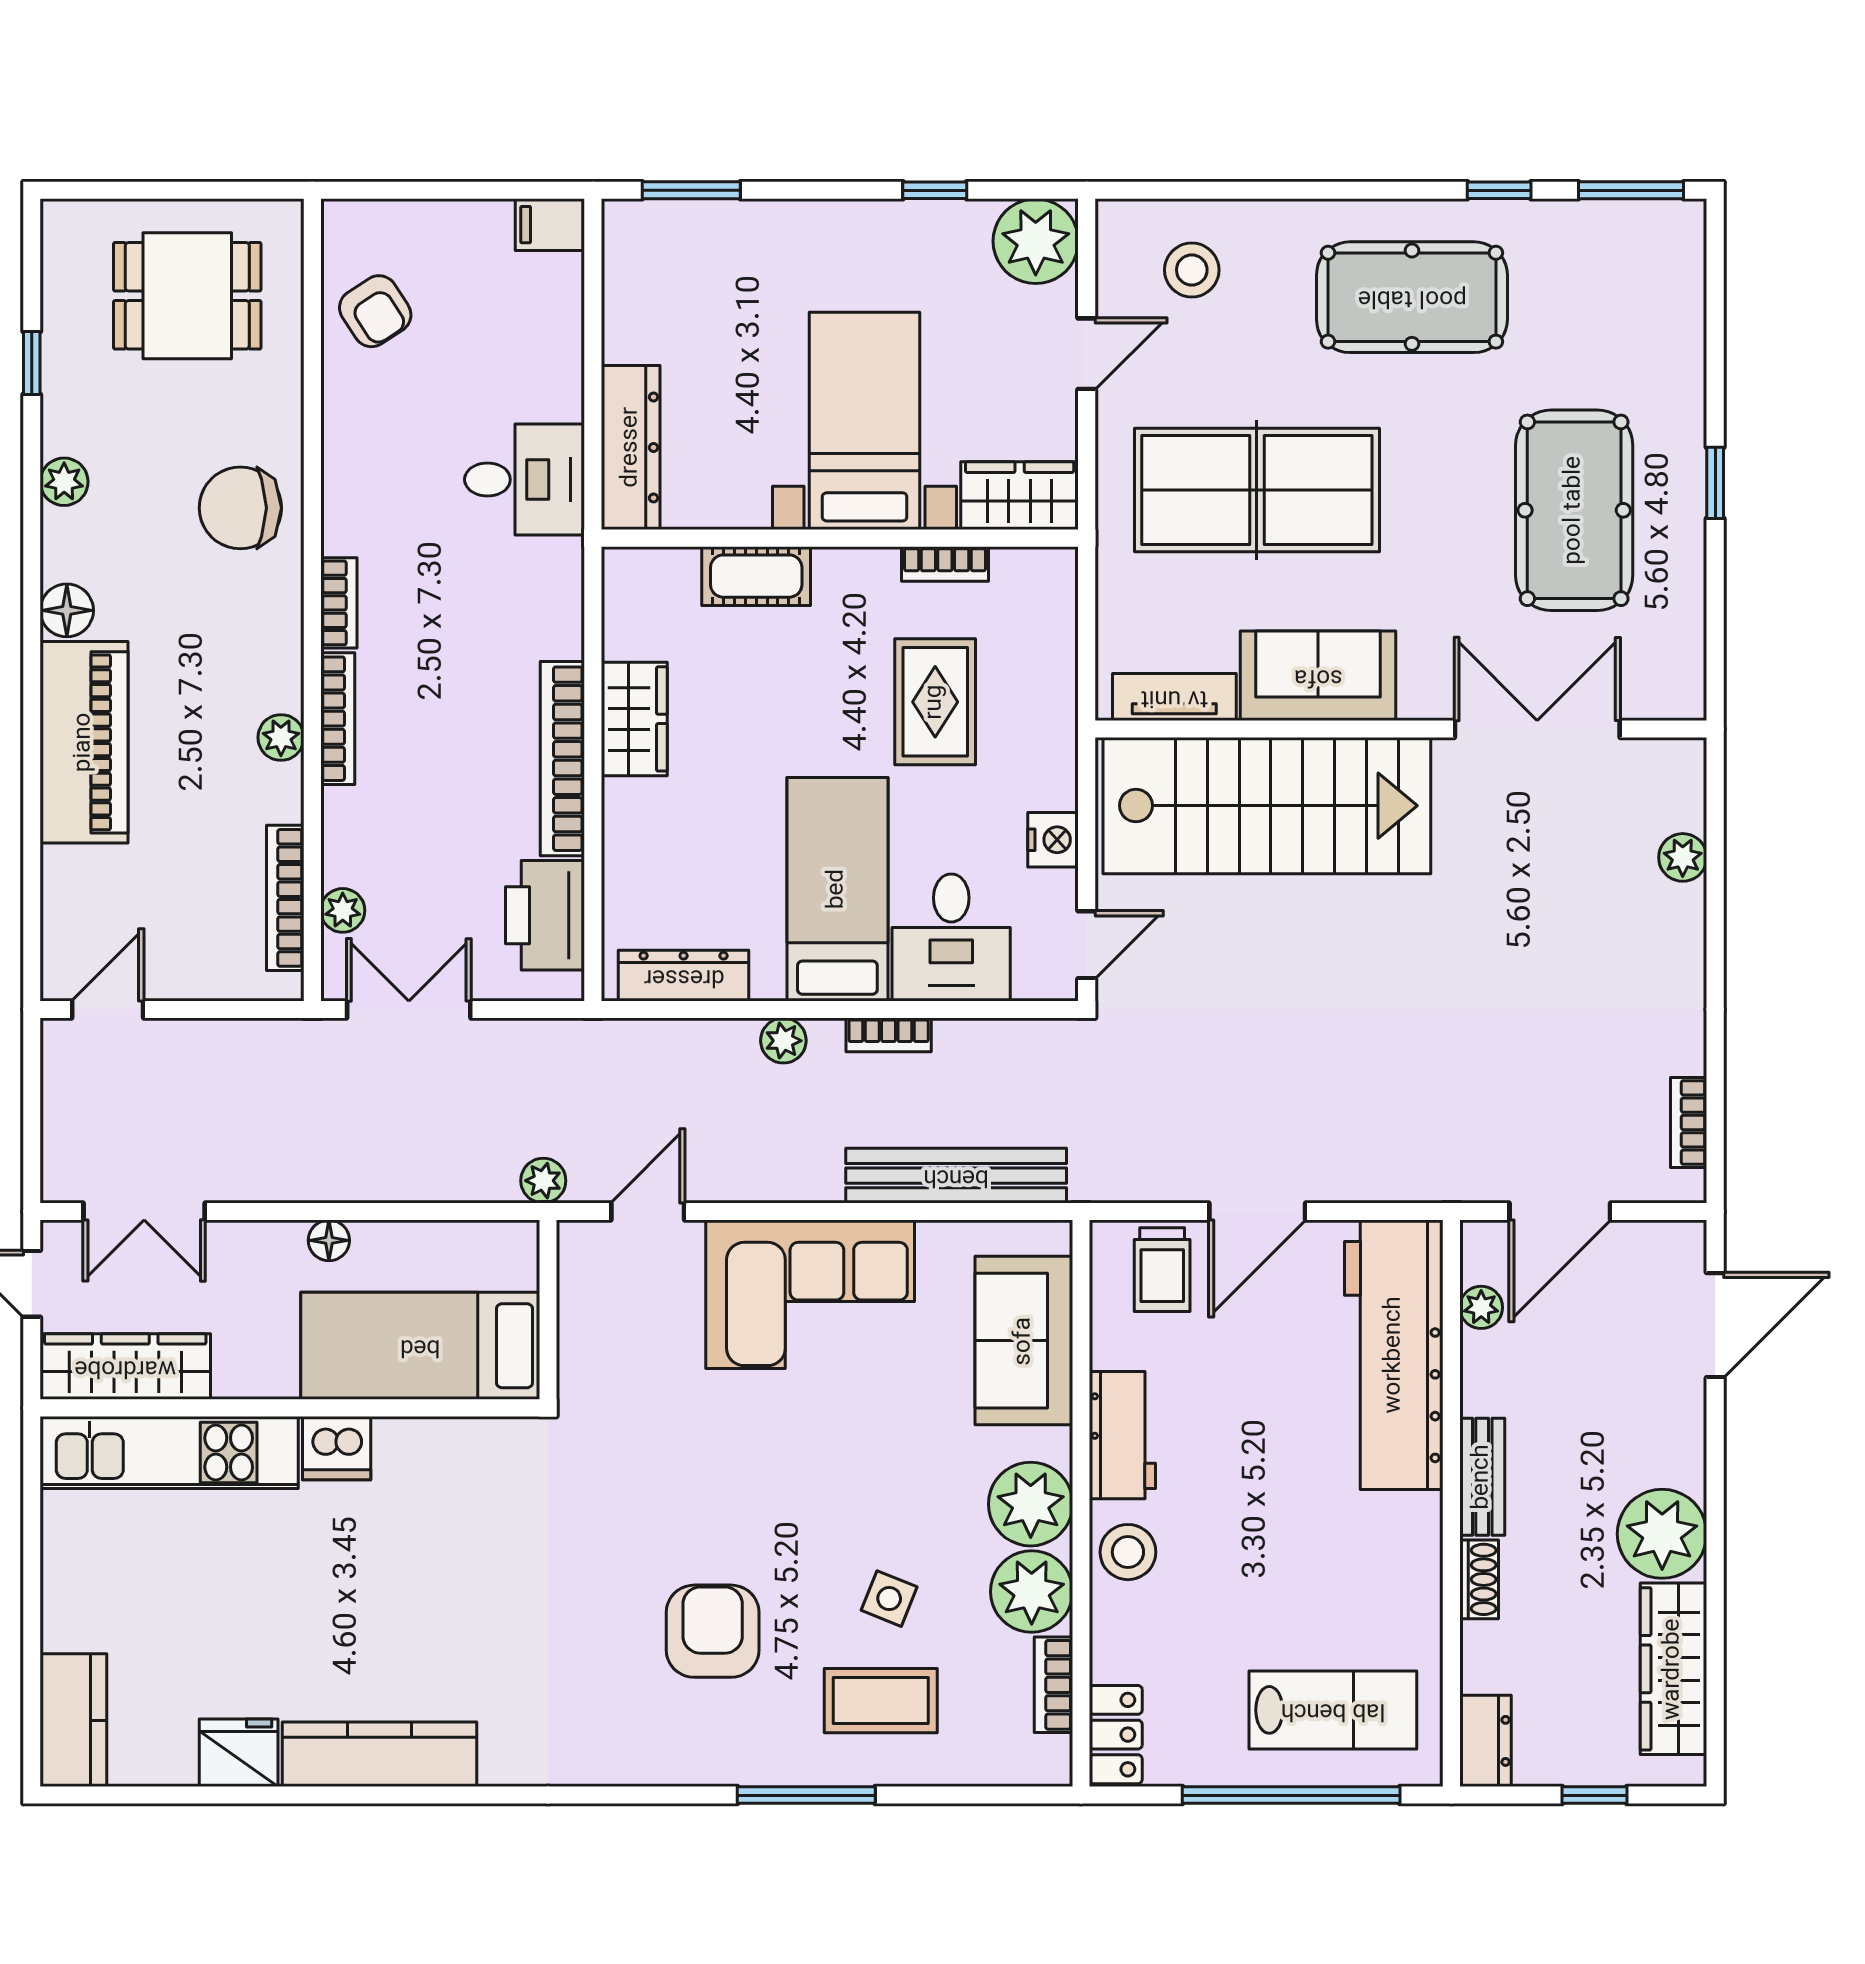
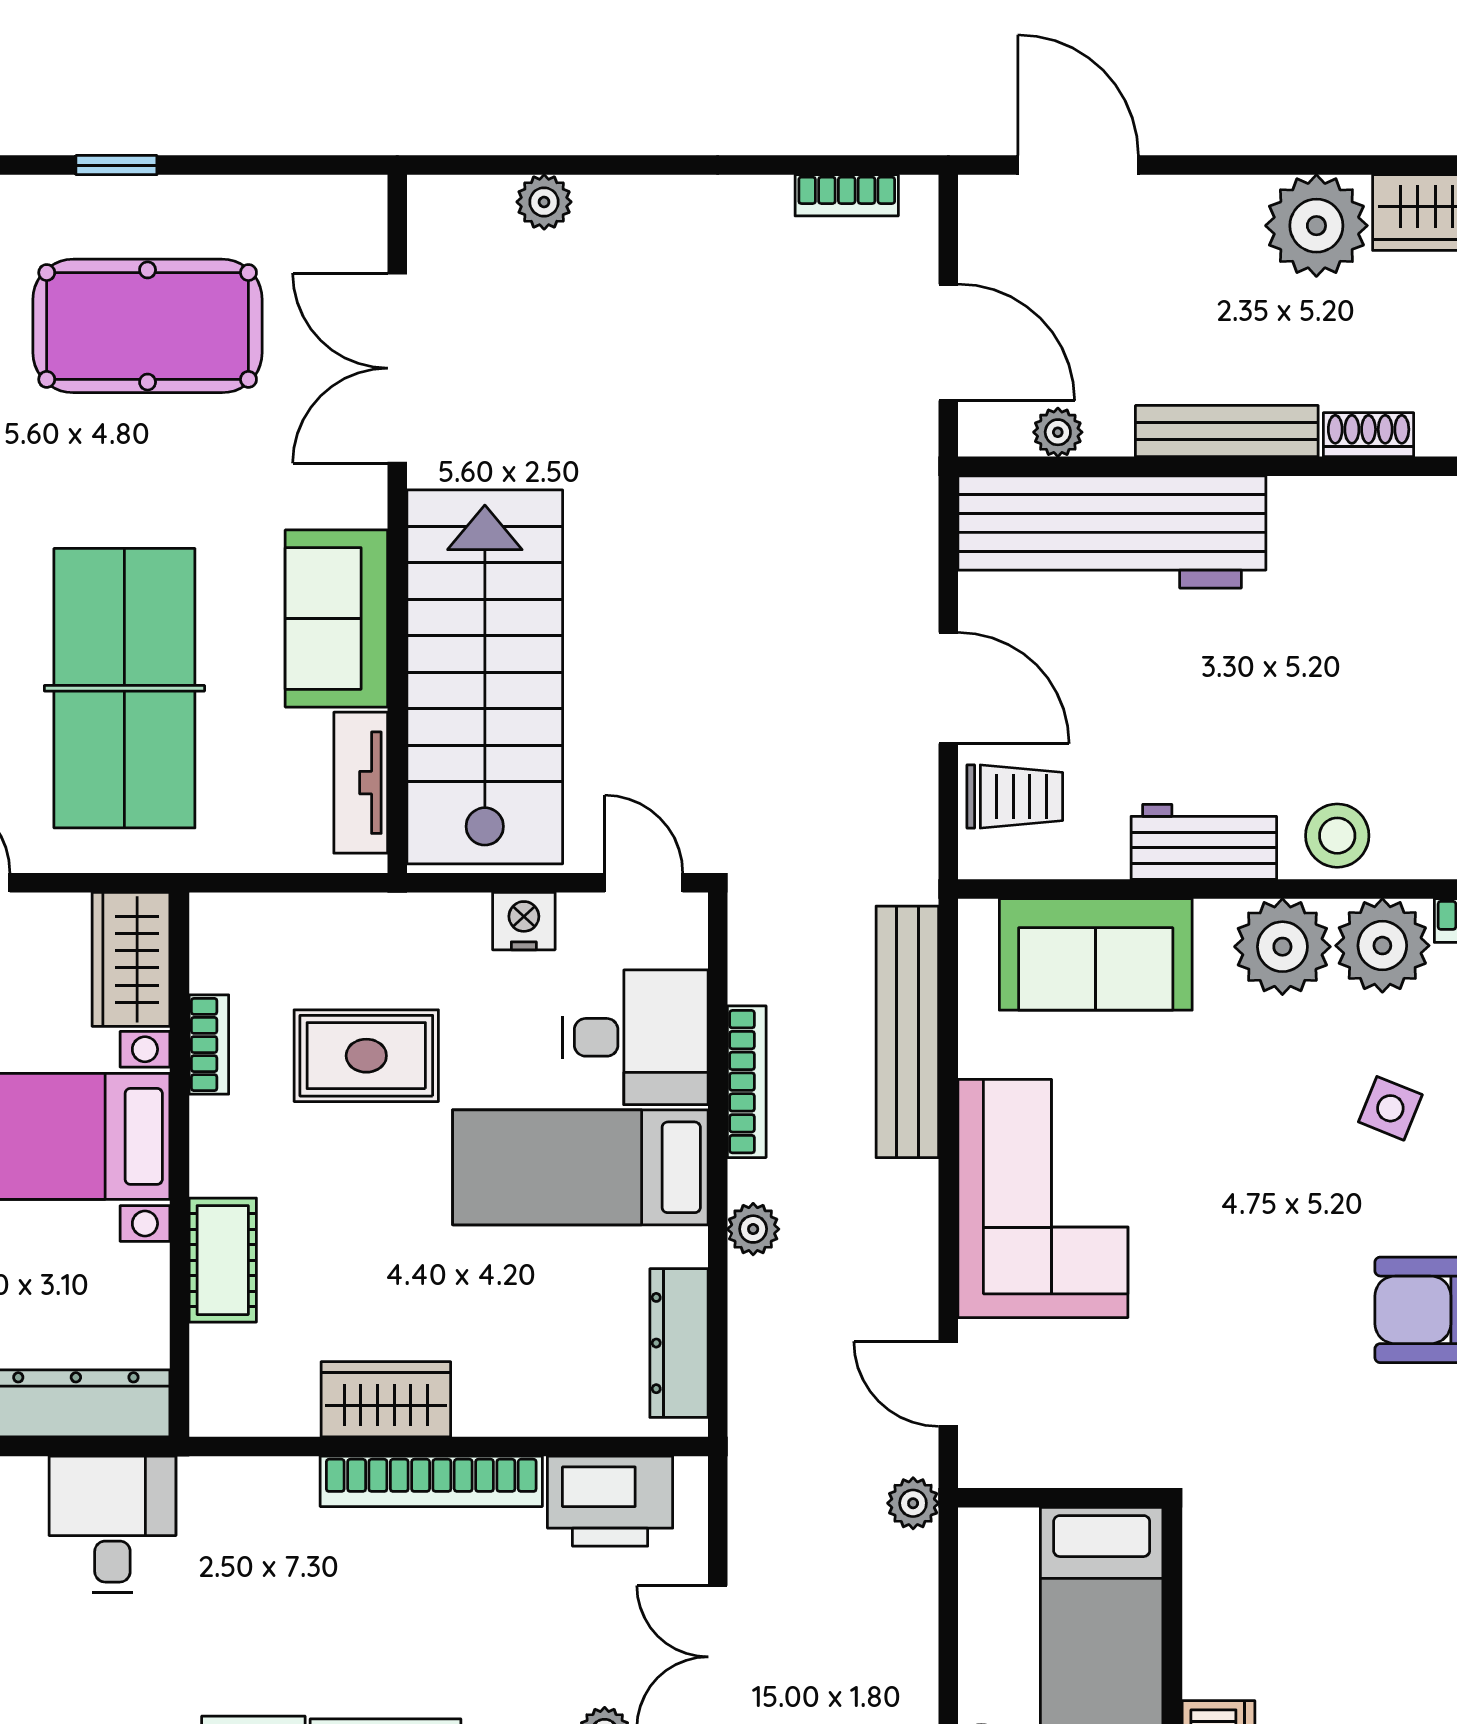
bookcase: (889, 1035) -> (747, 1082), width x1.56
bench: (1482, 1477) -> (1227, 431), width x1.36

